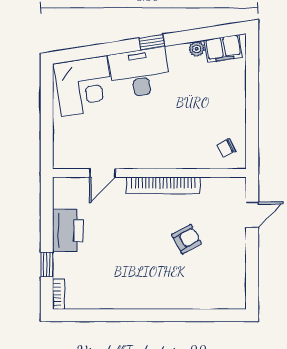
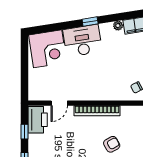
window: (47, 219) -> (24, 132), added
printer: (68, 231) -> (38, 120), moved

